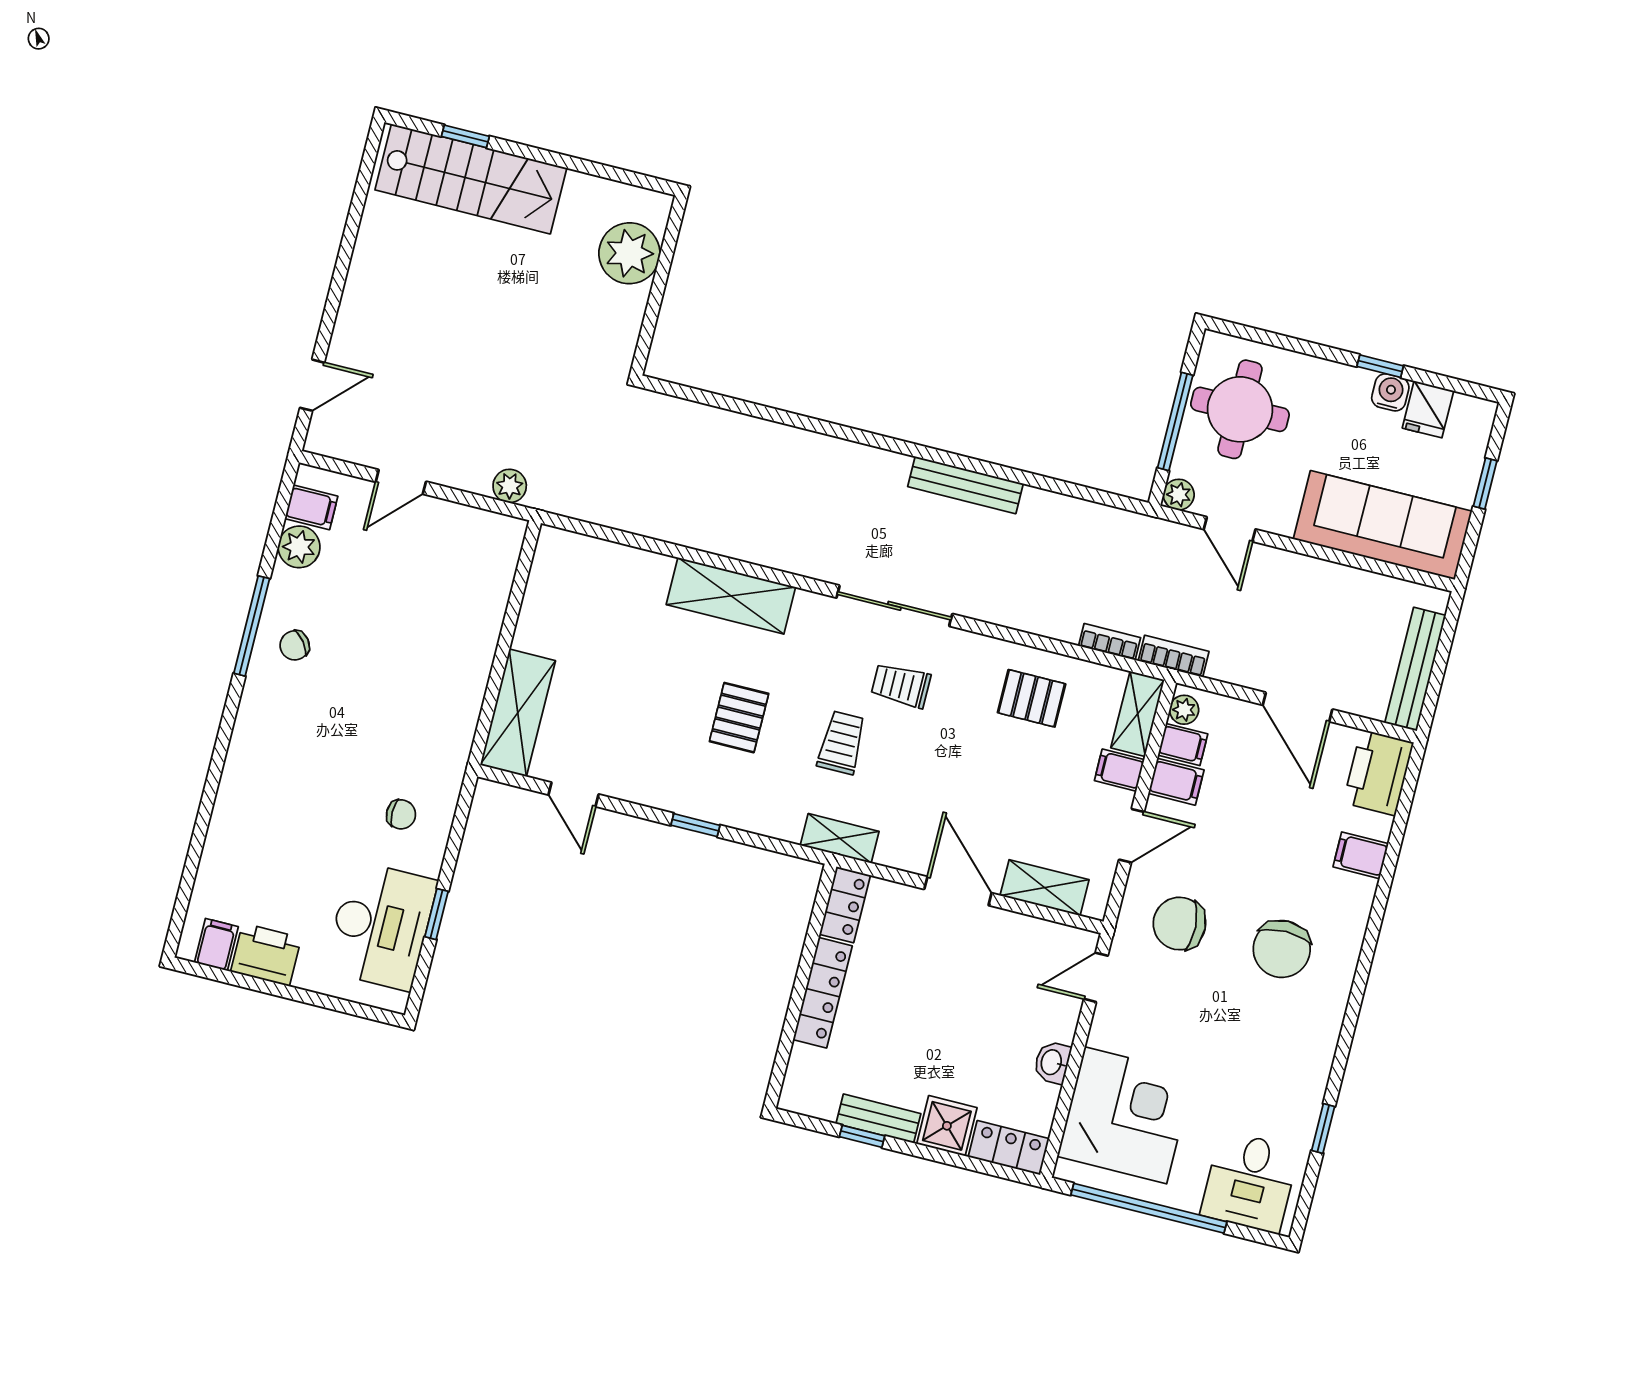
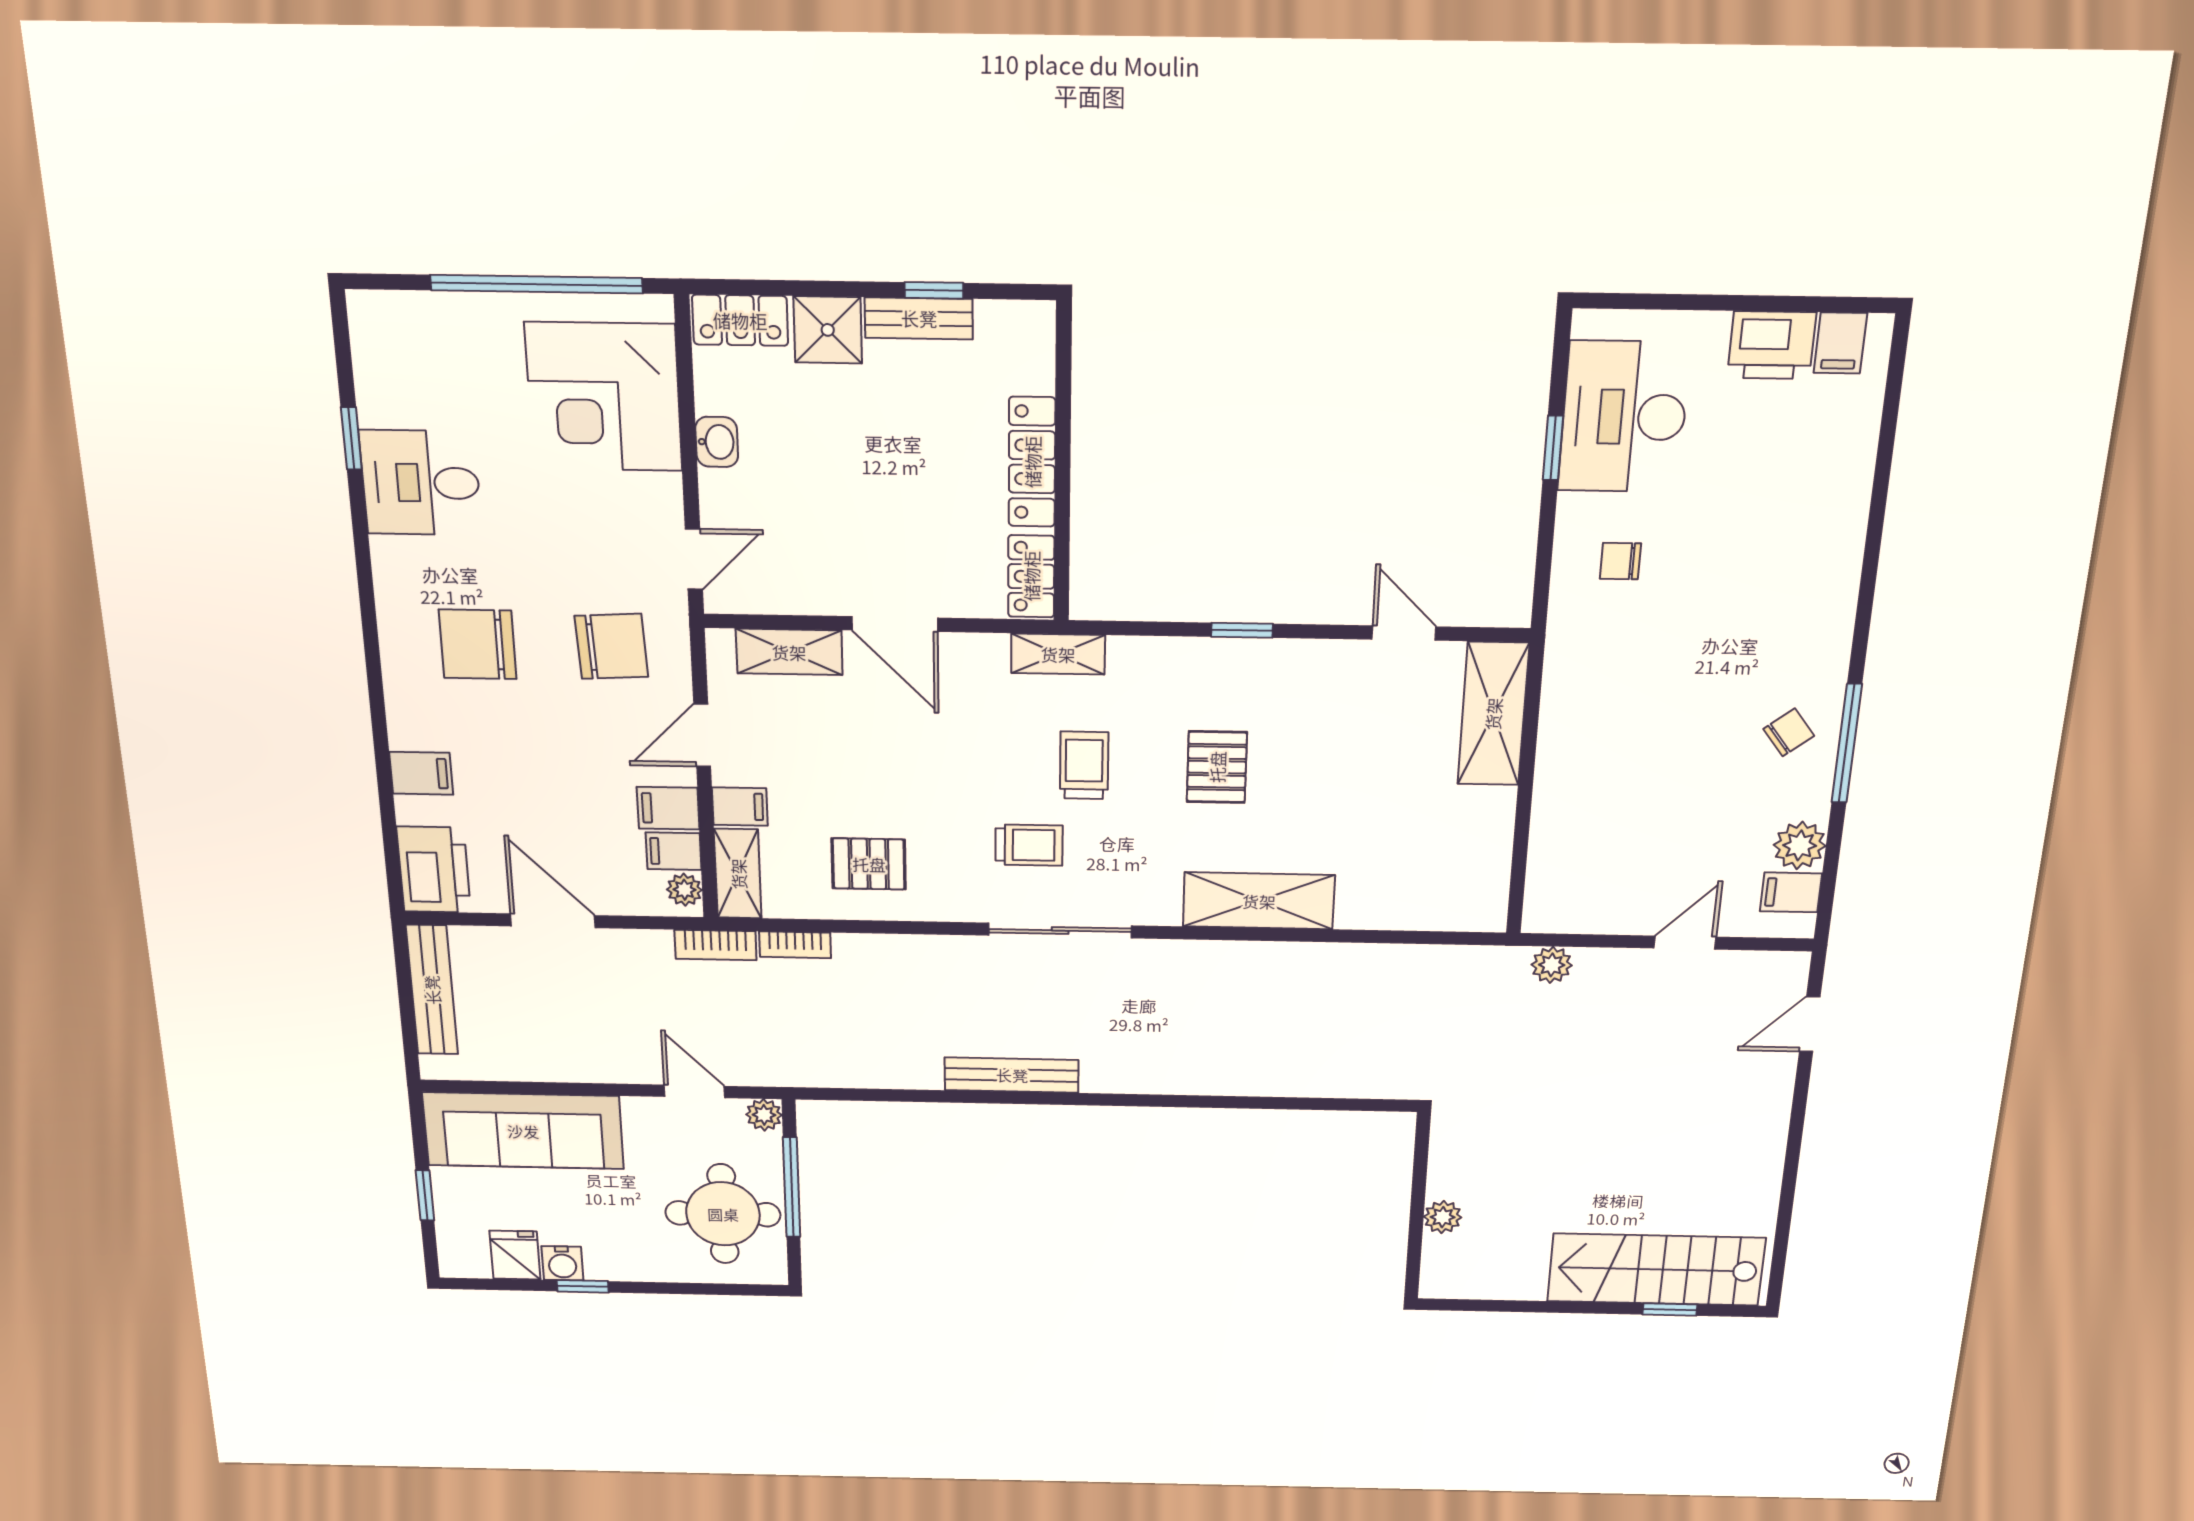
plant: (629, 253) -> (1443, 1217), width x0.53, depth x0.53
trolley: (842, 743) -> (1084, 765), turned 180
chair: (1282, 949) -> (478, 644), turned -90
desk: (1250, 1182) -> (421, 483), moved, turned -90

